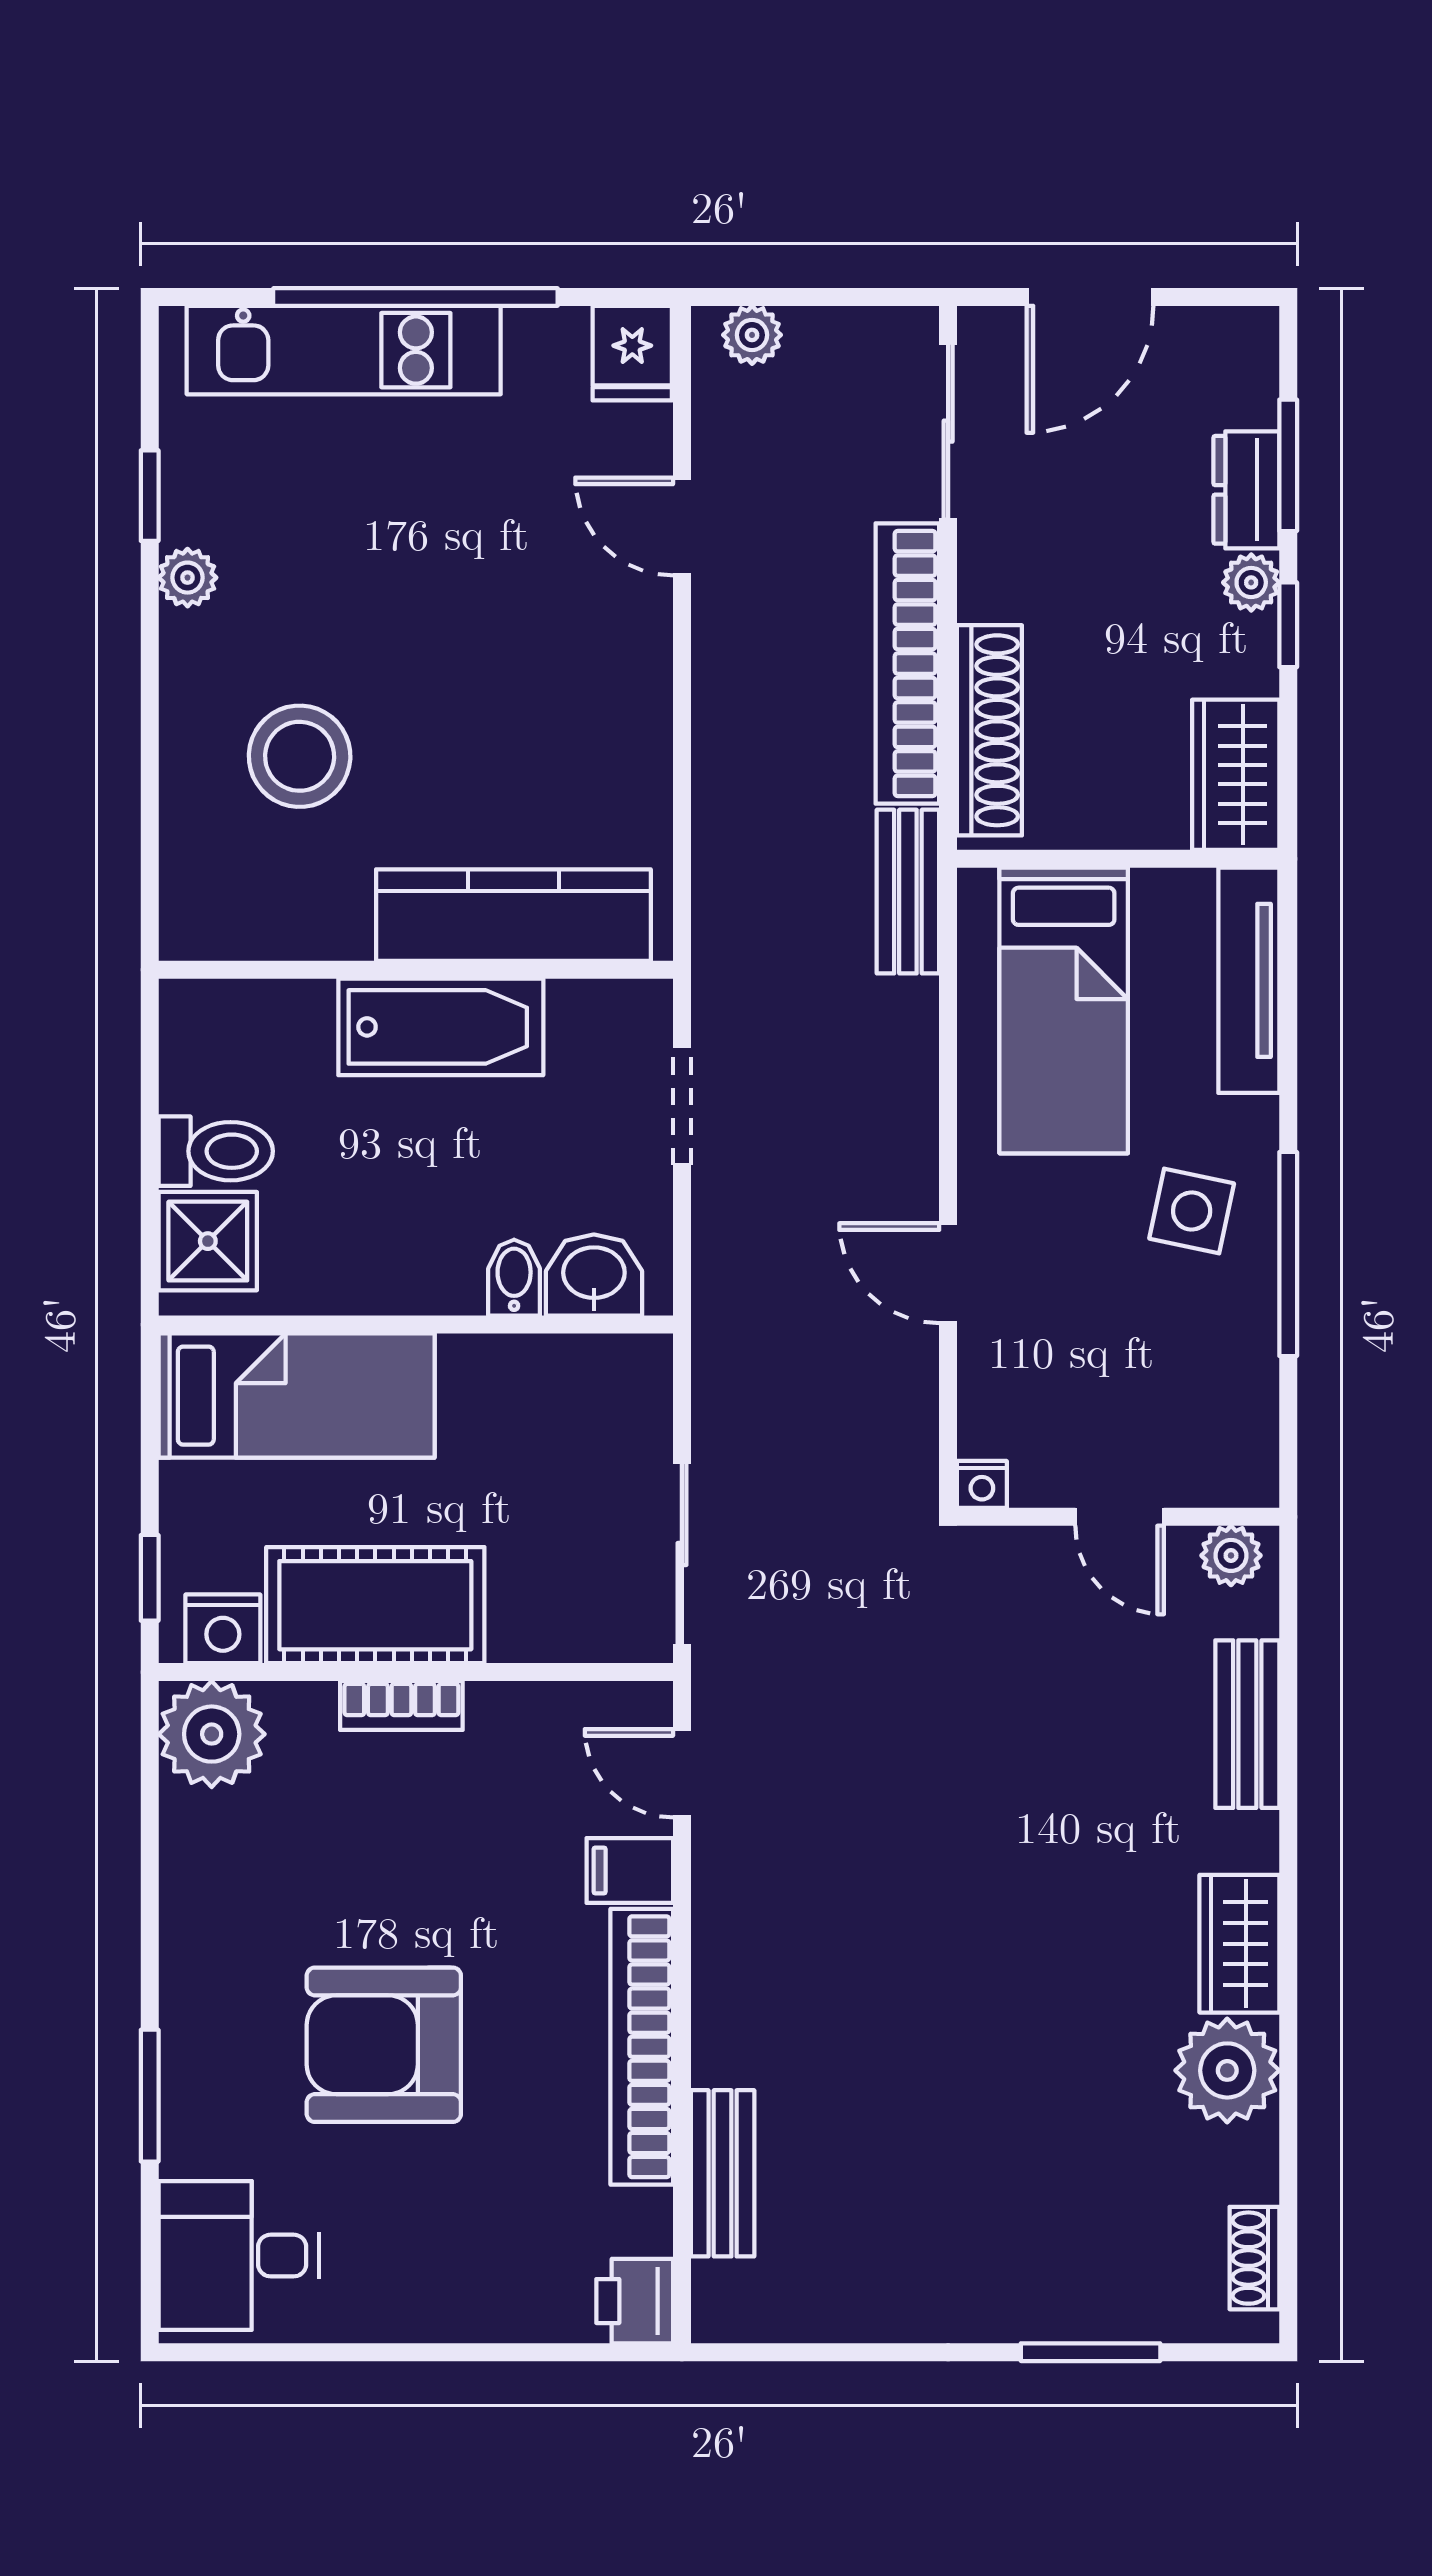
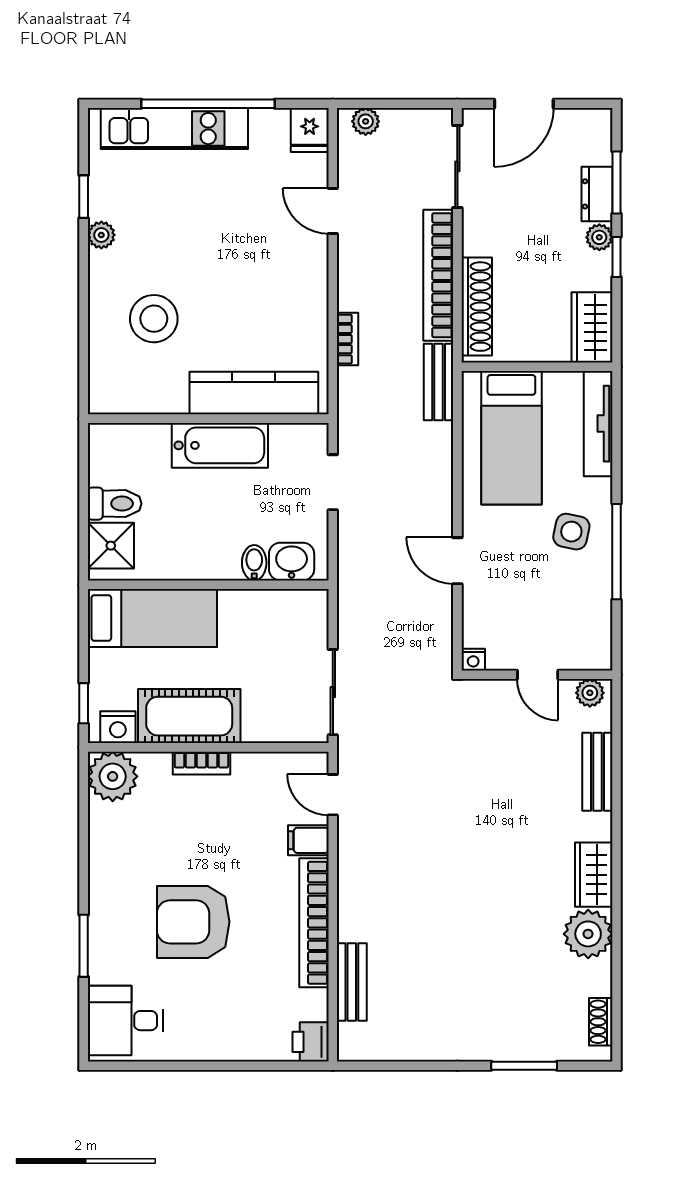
bookcase: (713, 800) -> (347, 339), added

